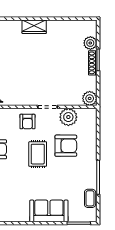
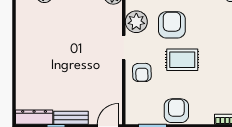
wardrobe: (34, 27) -> (24, 64), removed
armchair: (27, 122) -> (142, 72), turned 89

